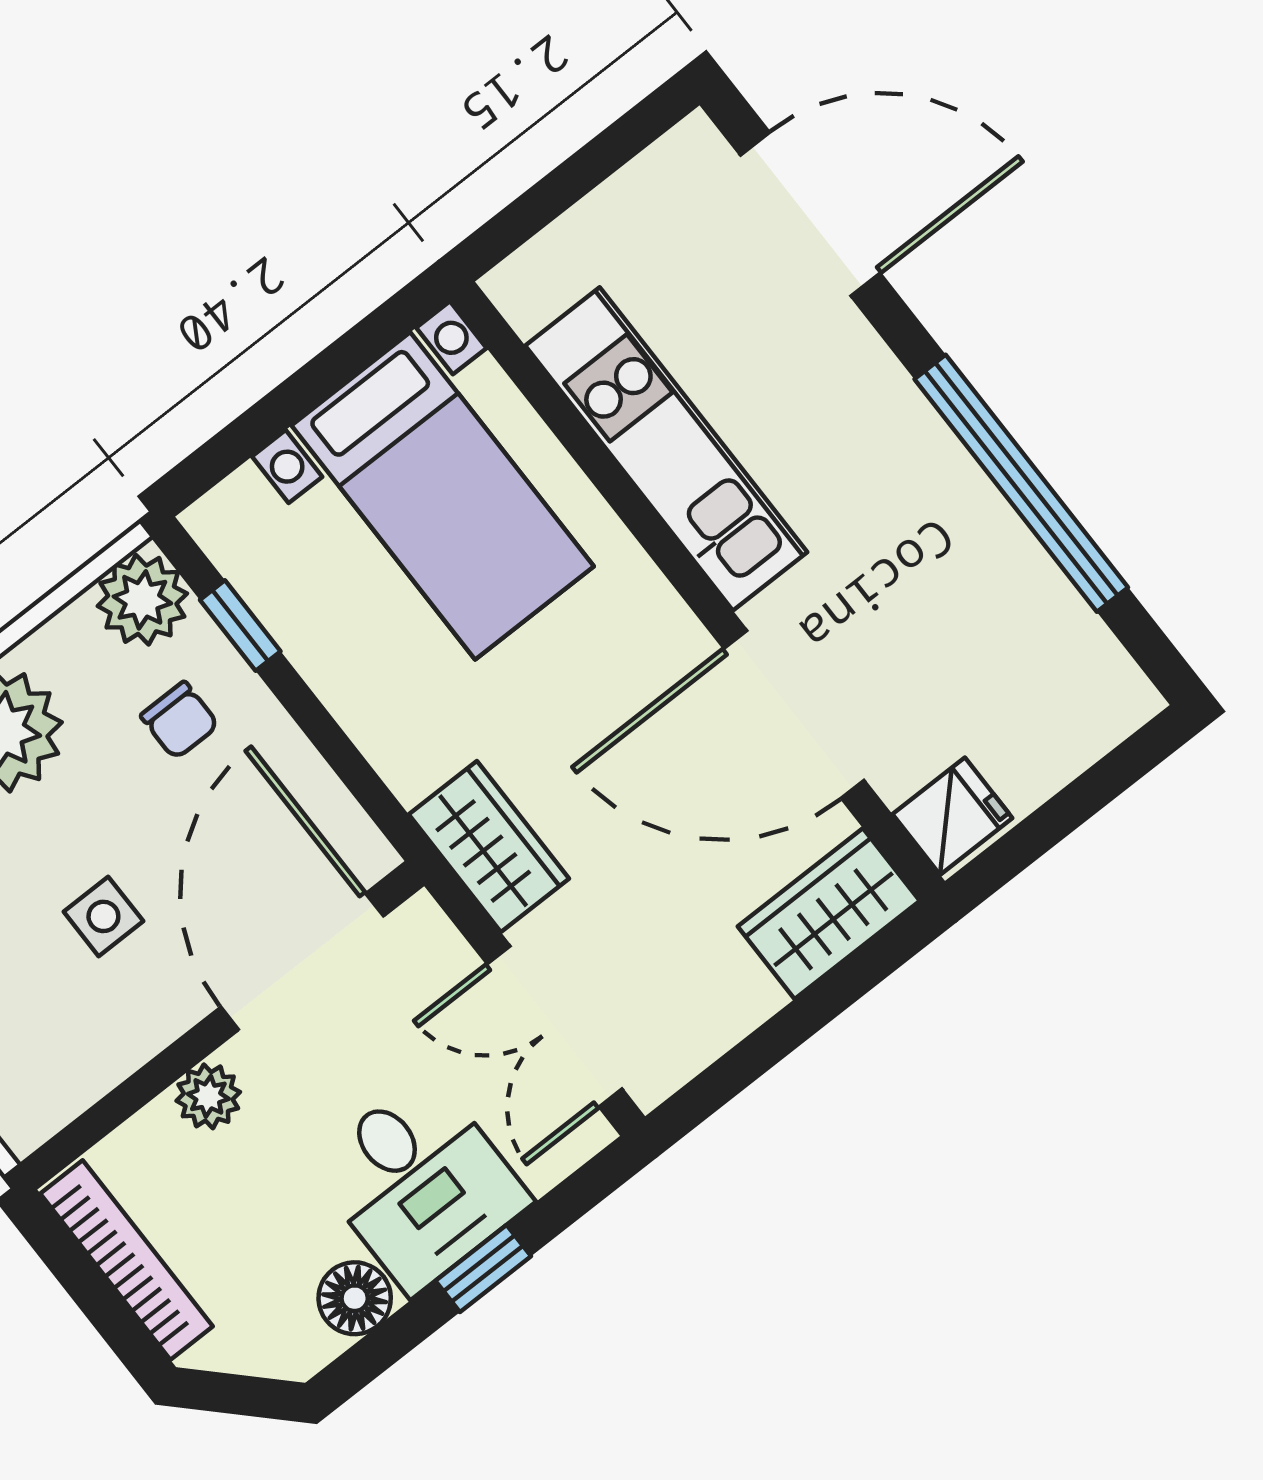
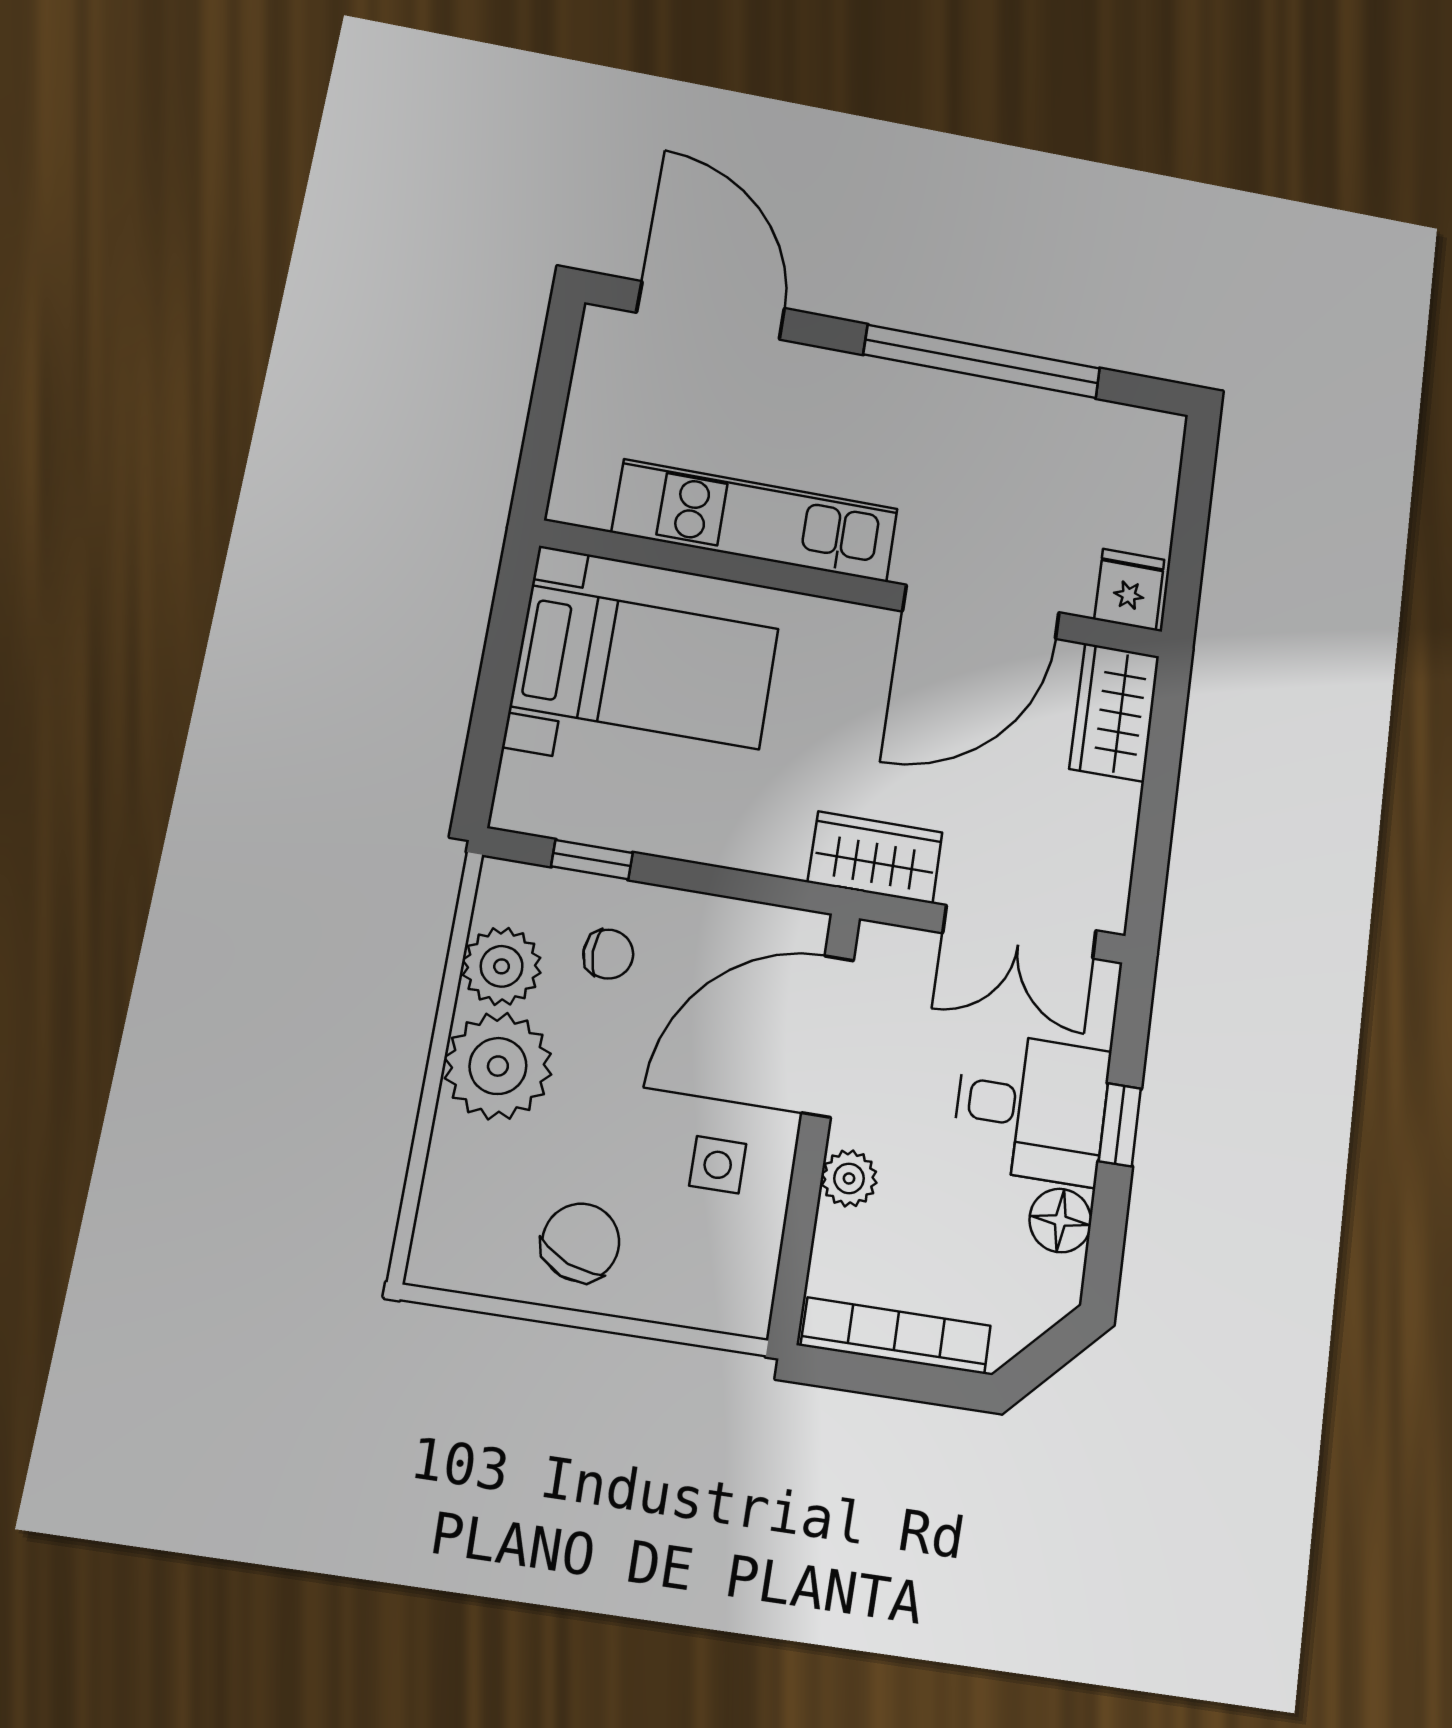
door: (810, 214) -> (711, 310), hinge flipped
plant: (142, 600) -> (502, 966), moved
side table: (103, 916) -> (718, 1165), moved
door: (302, 962) -> (828, 1036), hinge flipped

